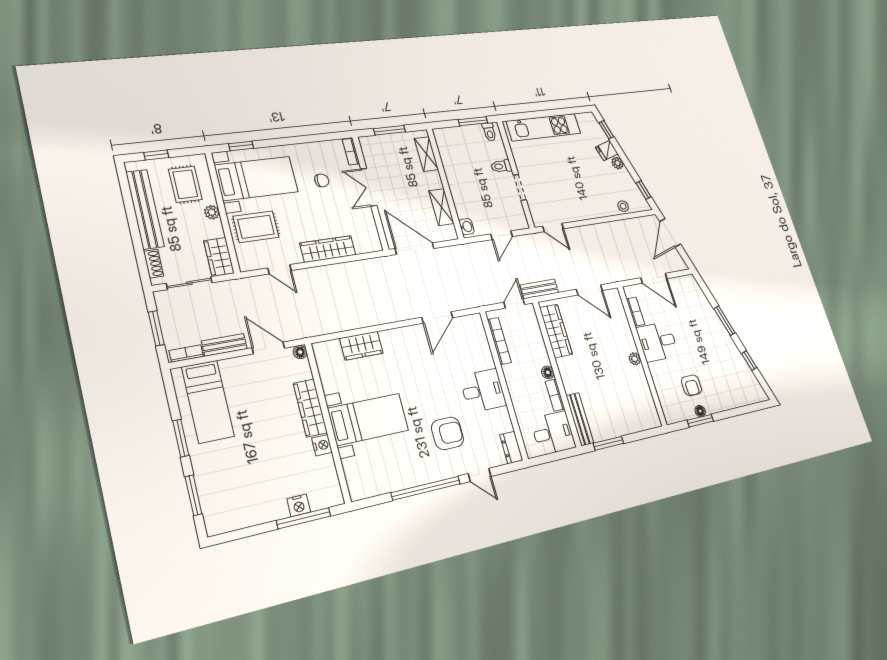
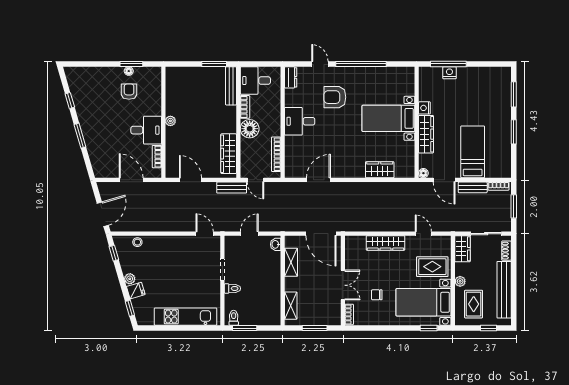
door: (514, 303) -> (256, 180), hinge flipped
floor lamp: (548, 372) -> (250, 129), width x1.89, depth x1.89
bed: (208, 402) -> (473, 152), moved

